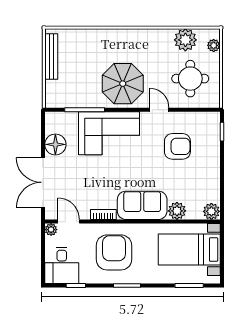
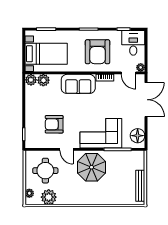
floor lamp: (55, 144) -> (138, 136), moved
plant: (177, 211) -> (43, 80), moved

